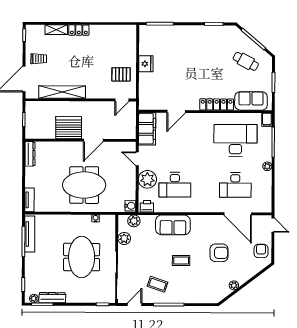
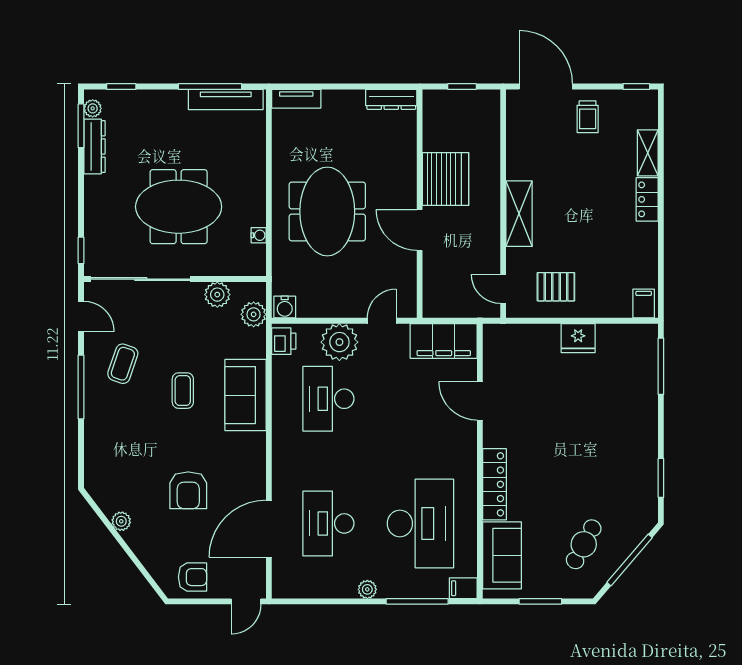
filing cabinet: (129, 32) -> (644, 304), added
pallet: (121, 74) -> (556, 287), turned 90
shelving: (62, 92) -> (519, 214), moved, width x0.68
coffee table: (181, 260) -> (183, 391), moved

